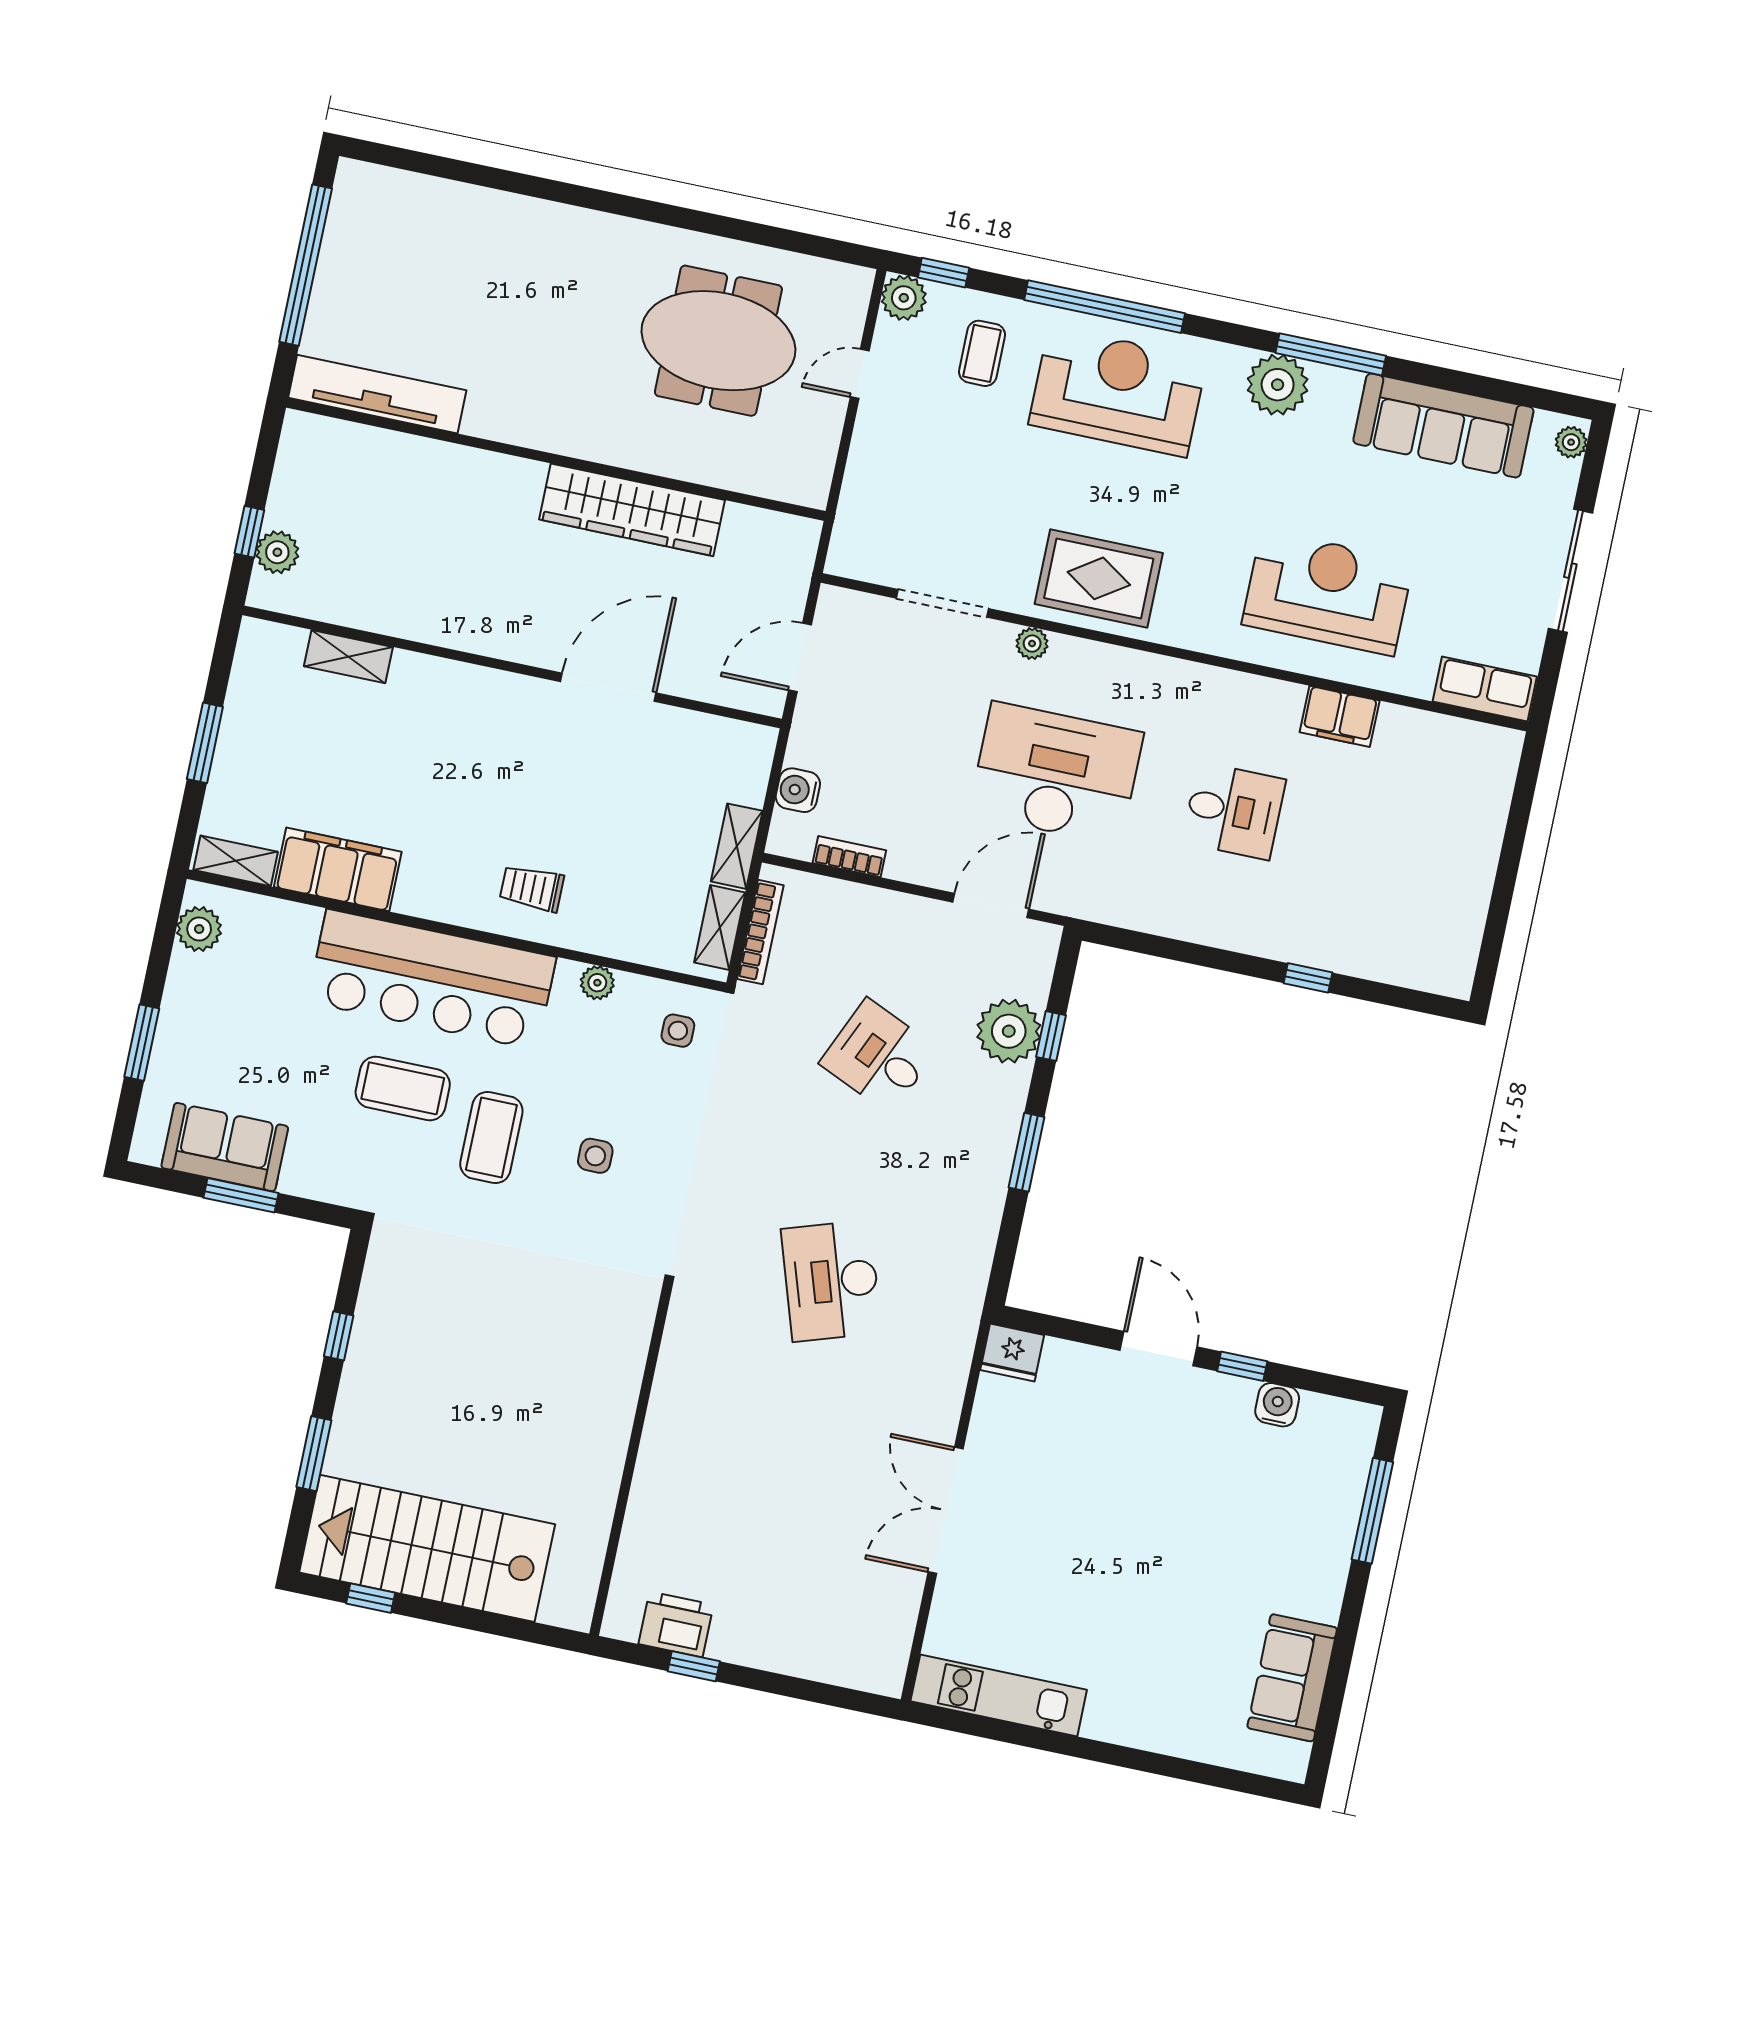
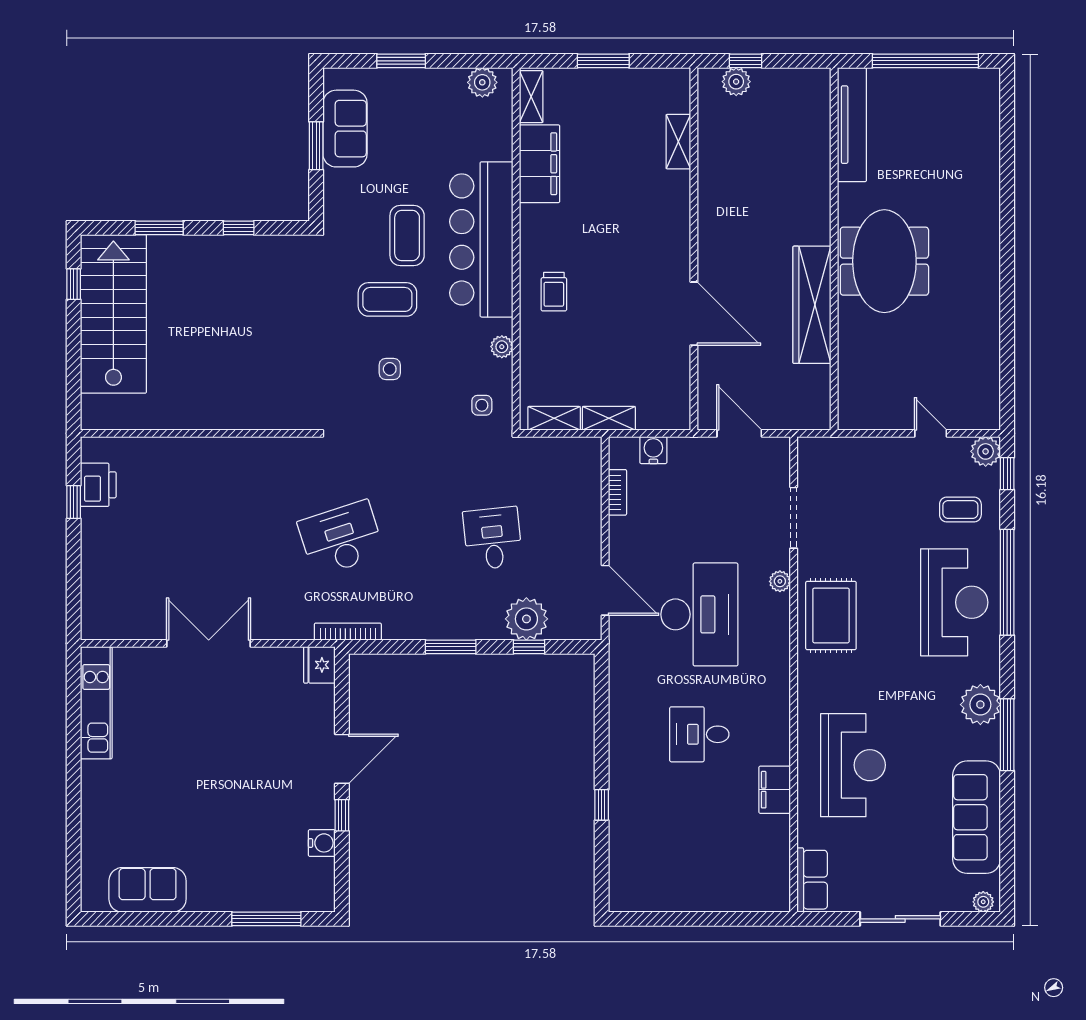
meeting table: (718, 341) -> (884, 261), moved
desk: (1234, 811) -> (699, 734), turned 90
trolley: (532, 888) -> (554, 292), turned 180
bookcase: (760, 932) -> (348, 632), moved, turned 180
desk: (879, 1056) -> (493, 538), turned -30

